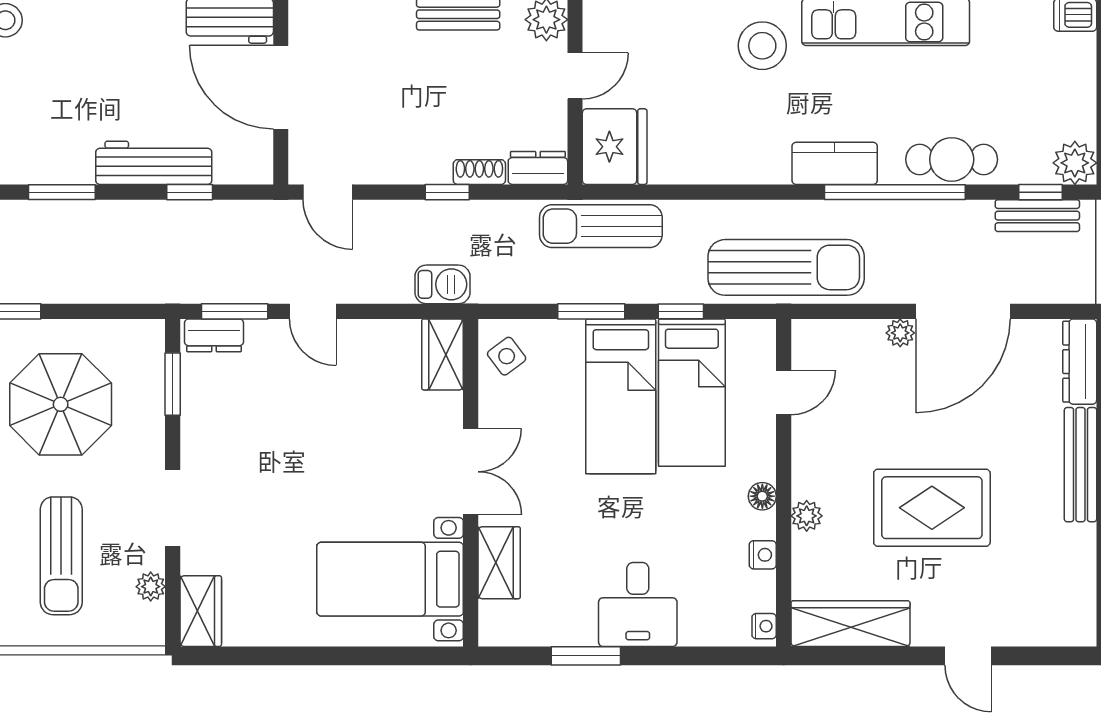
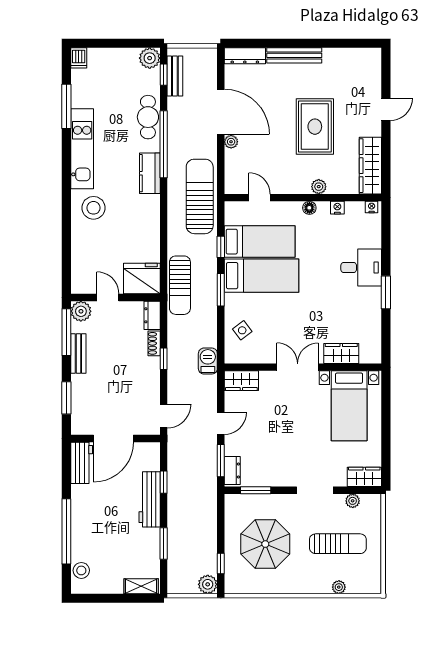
wardrobe: (443, 354) -> (241, 381), moved
double door: (471, 472) -> (298, 367), moved
wall: (471, 483) -> (303, 367), moved
wardrobe: (499, 563) -> (341, 354), moved
bed with nightstands: (390, 579) -> (349, 406), moved

